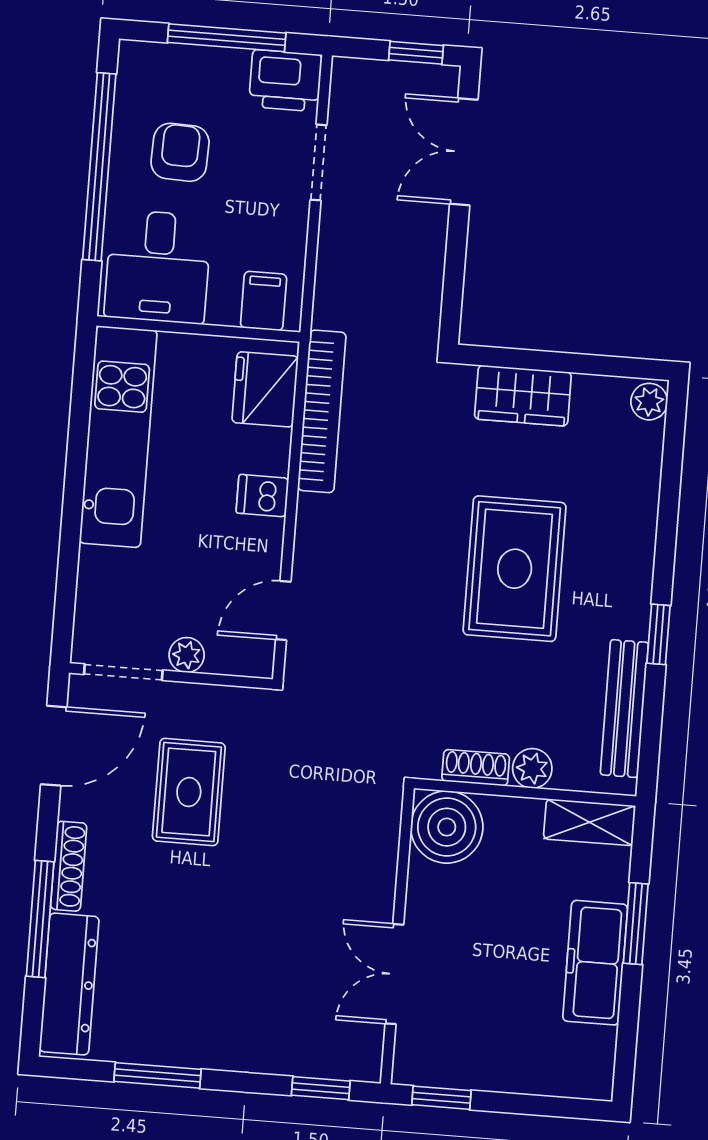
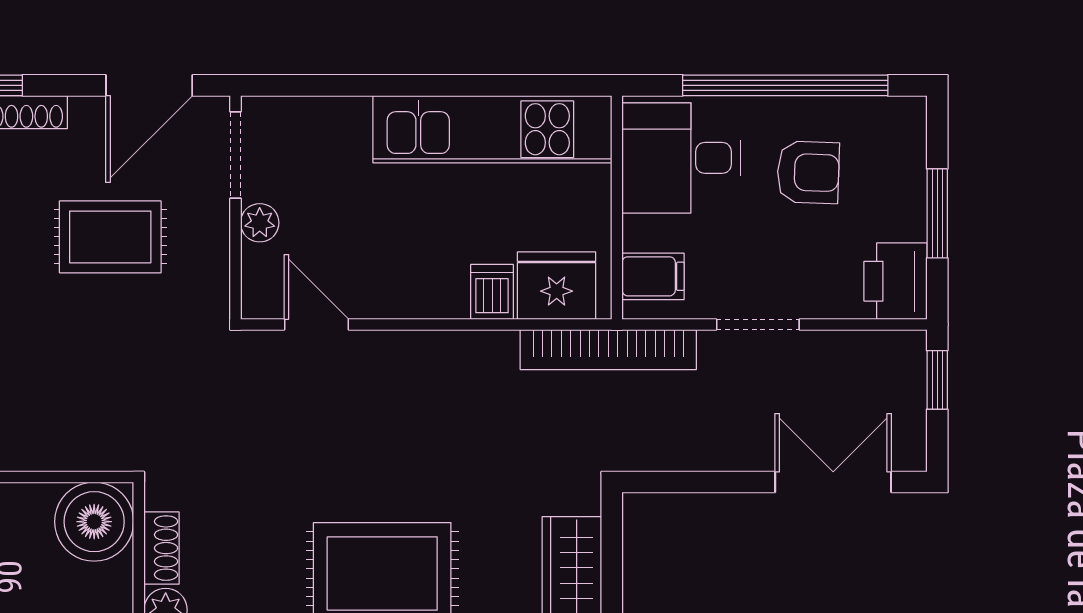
window: (227, 38) -> (937, 213), width x0.69
window: (416, 53) -> (937, 380), moved
doorway: (319, 162) -> (758, 324), moved
bookcase: (322, 411) -> (608, 350), moved
dishwasher: (262, 496) -> (492, 292), moved
door: (54, 746) -> (149, 85), hinge flipped

